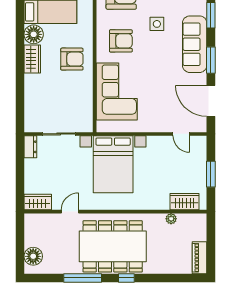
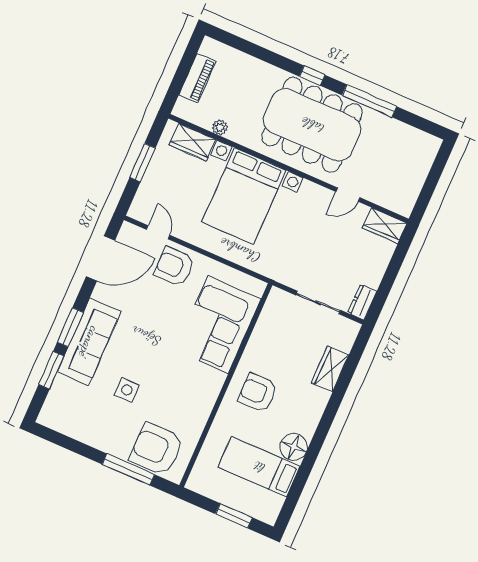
armchair: (121, 41) -> (174, 267), moved
wardrobe: (32, 59) -> (330, 369), moved
window: (211, 60) -> (70, 327), moved
door: (211, 101) -> (100, 258), hinge flipped
bed with nightstands: (113, 164) -> (244, 196), moved, turned 180
floor lamp: (33, 256) -> (421, 157), removed
piano: (200, 258) -> (197, 78), moved

